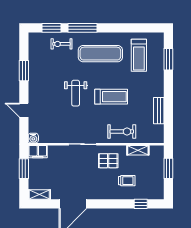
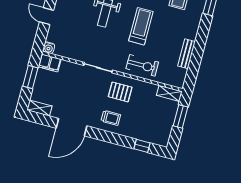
treadmill: (111, 97) -> (141, 26), turned -90
shelving: (138, 150) -> (169, 93), moved
trolley: (127, 181) -> (111, 118), moved

